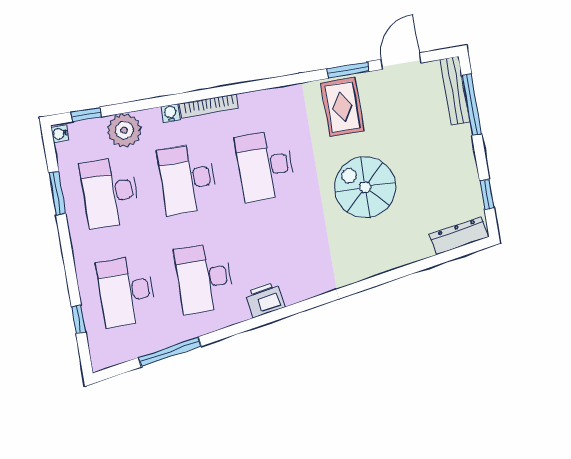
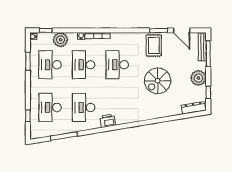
door: (401, 61) -> (182, 30), swing flipped
plant: (458, 165) -> (198, 78), added
spiral stairs: (365, 187) -> (158, 81), turned -90

